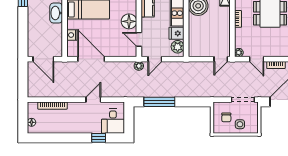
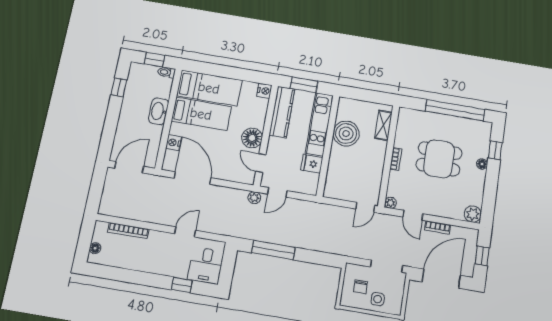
plant: (178, 47) -> (310, 181), removed
door: (43, 59) -> (129, 167), swing flipped

